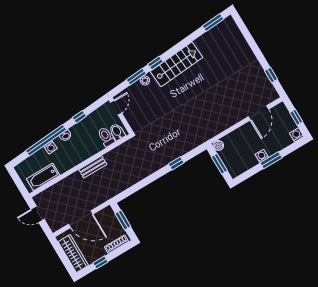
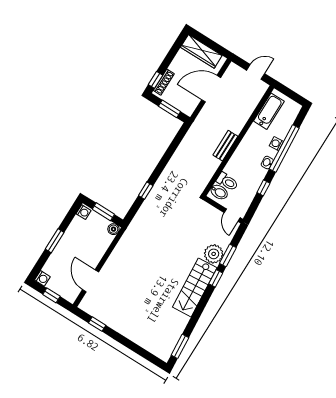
plant: (145, 80) -> (214, 254), width x1.87, depth x1.87
washing machine: (262, 156) -> (84, 212), moved
window: (100, 262) -> (156, 80), moved

